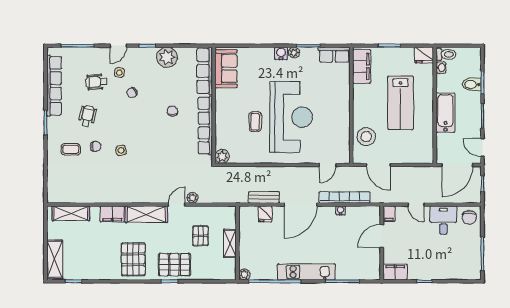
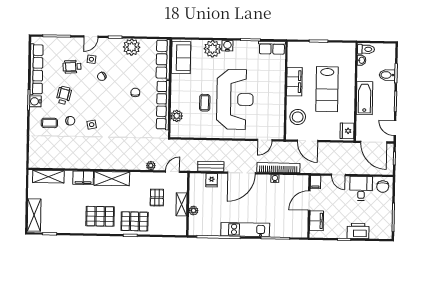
plant: (294, 53) -> (213, 49), moved, width x1.88, depth x1.88
fridge: (424, 55) -> (347, 131), moved, turned 90
filing cabinet: (362, 66) -> (294, 82), moved
water cooler: (54, 124) -> (35, 101), added
plant: (222, 156) -> (177, 116), moved
door: (457, 165) -> (374, 142), hinge flipped
door: (177, 205) -> (173, 172), moved
pallet: (133, 259) -> (100, 216), turned 90
printer: (441, 271) -> (358, 231), added
filing cabinet: (395, 272) -> (317, 221), moved, turned 90
plant: (244, 274) -> (194, 211), moved

